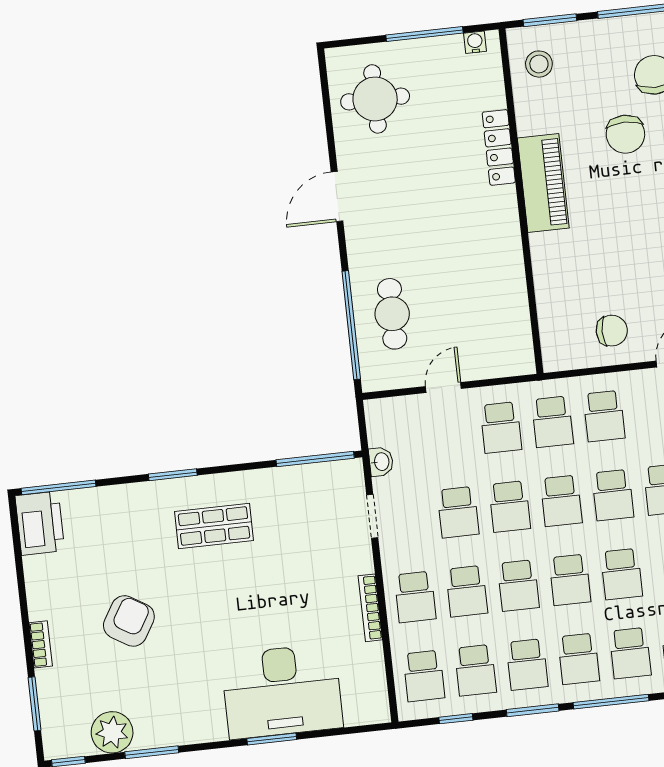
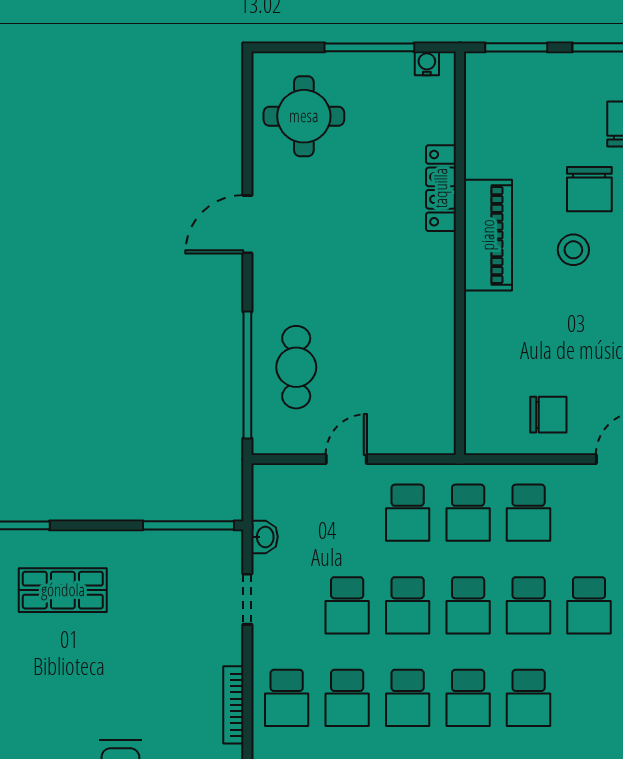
stool: (539, 64) -> (573, 250), moved

